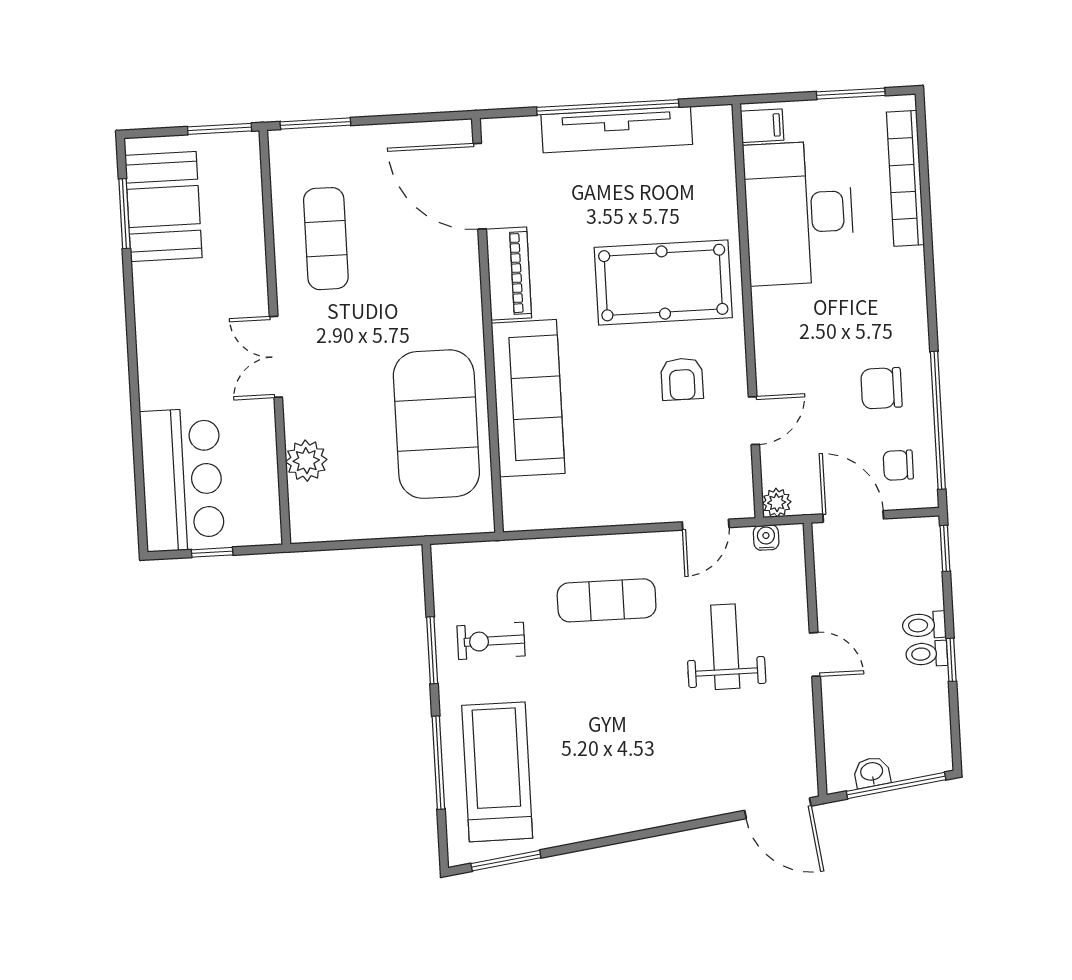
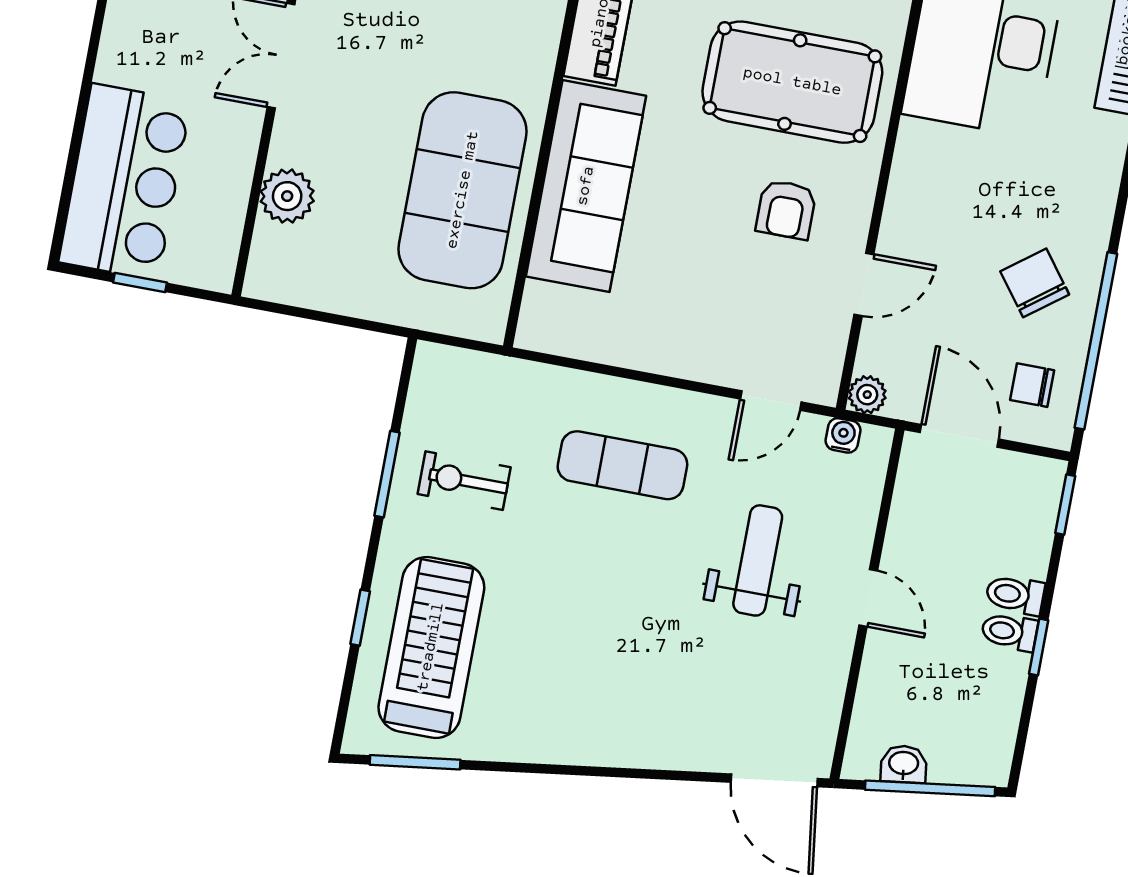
chair: (881, 388) -> (1035, 283), turned 53
window: (438, 763) -> (360, 618), width x0.46

